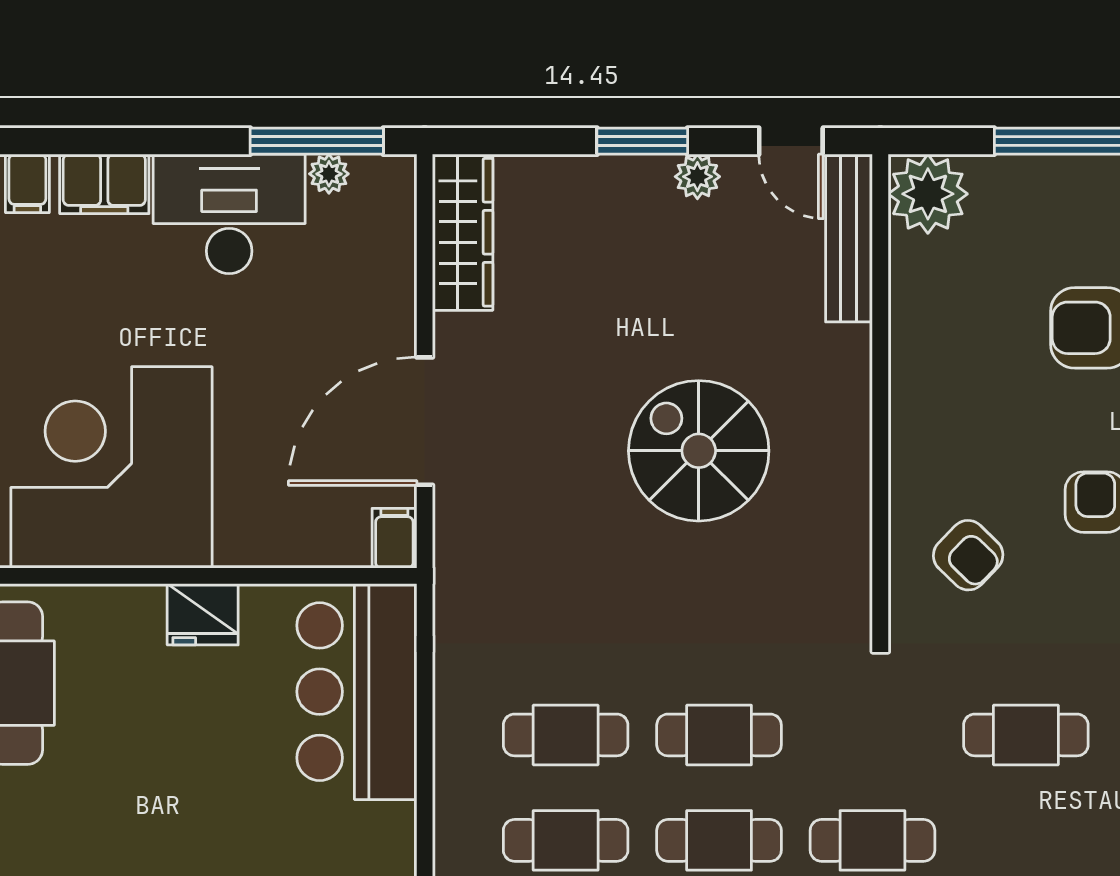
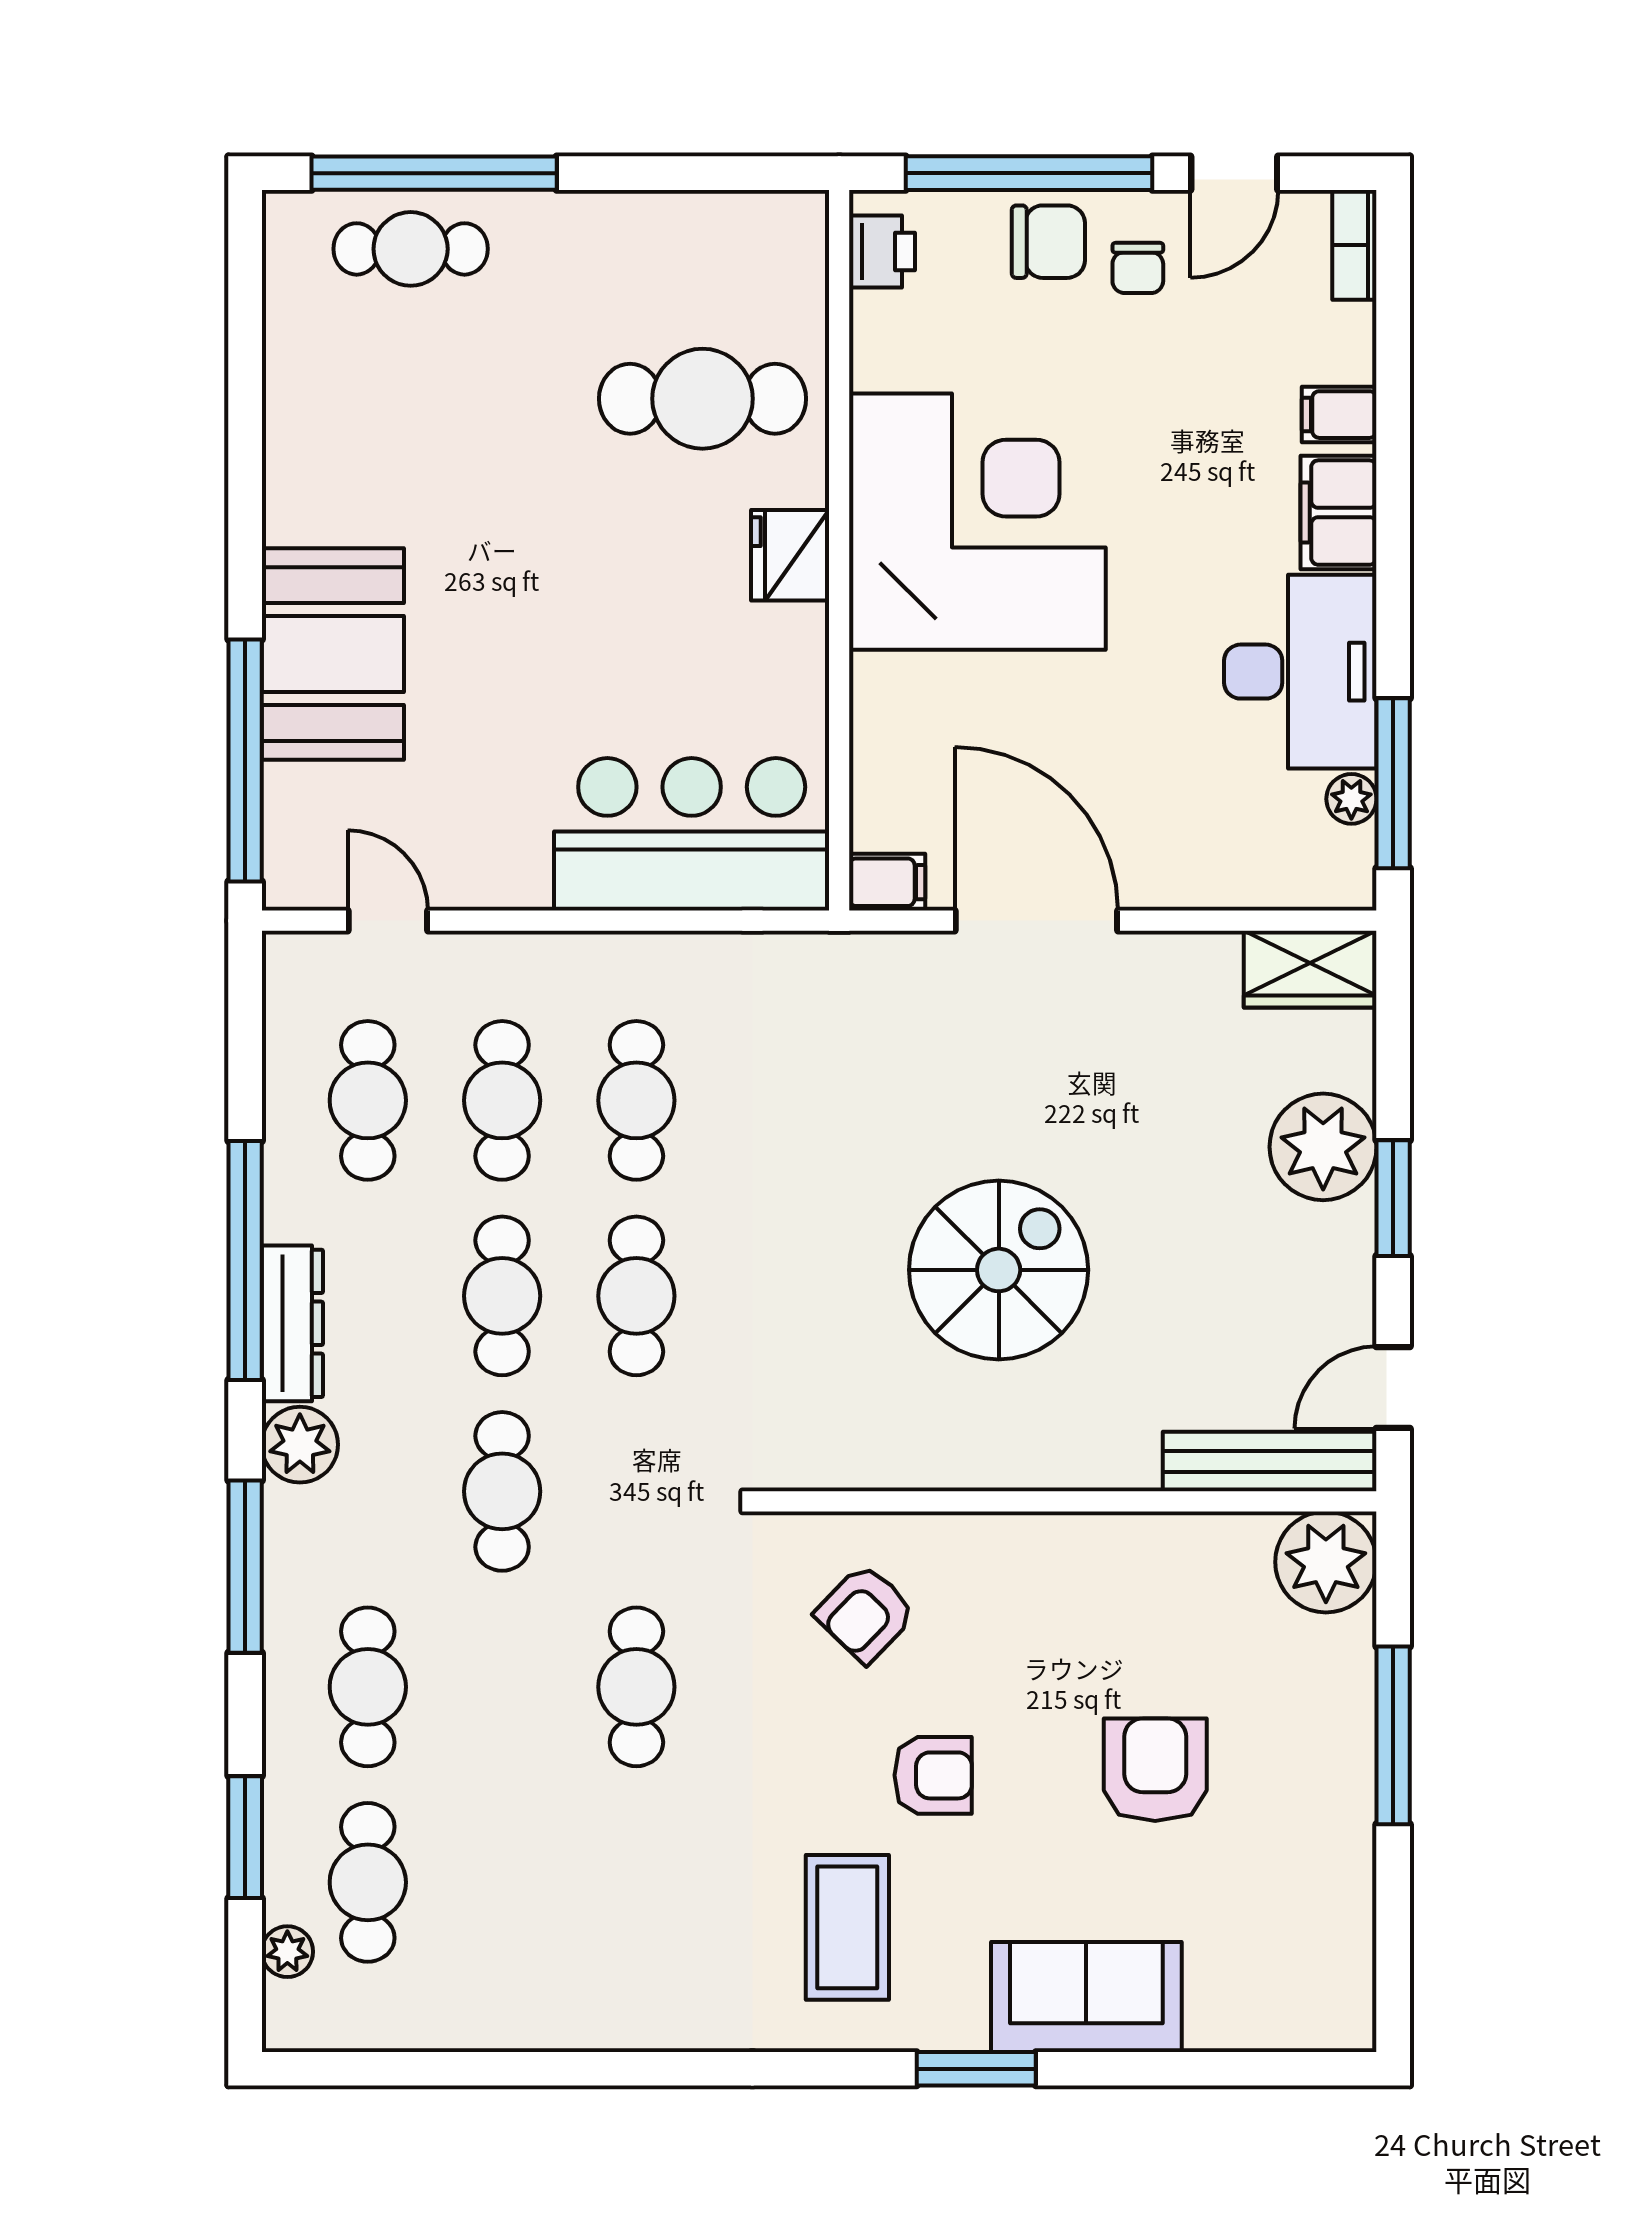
plant: (697, 177) -> (1323, 1147), moved, width x1.87, depth x1.87
wardrobe: (463, 232) -> (1310, 969), width x0.67
fridge: (203, 614) -> (790, 555), moved

